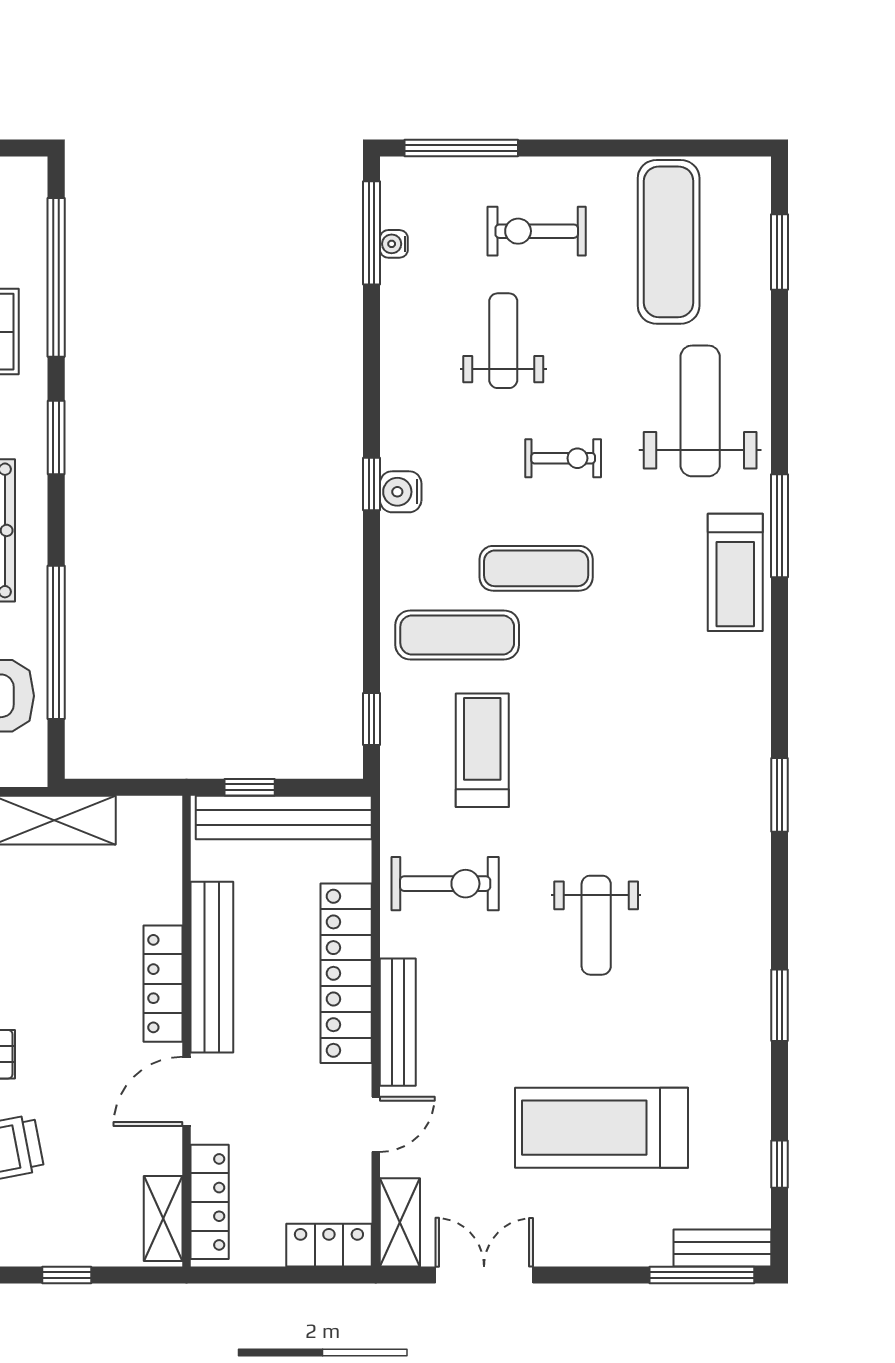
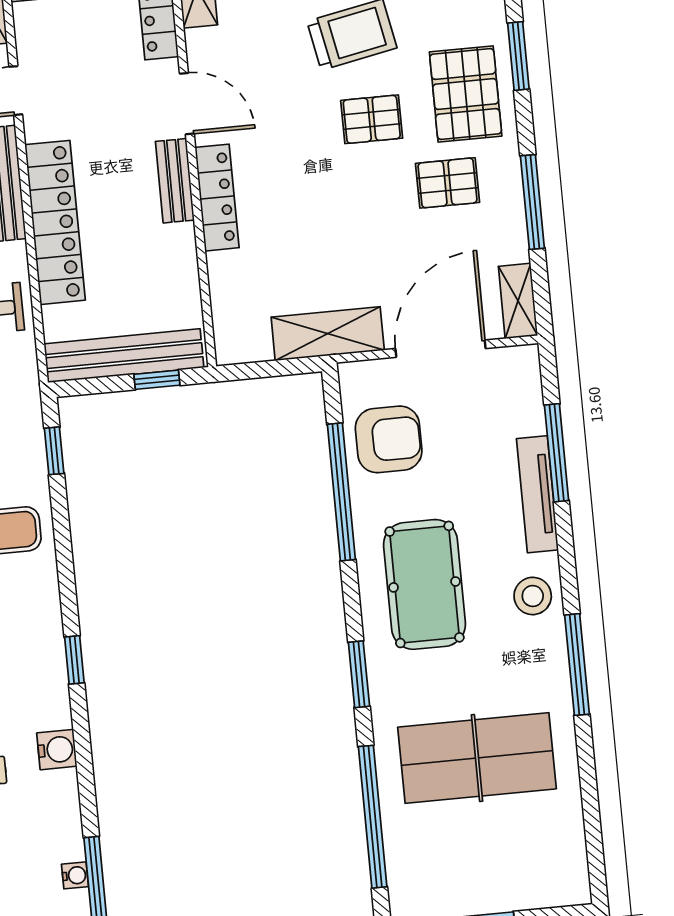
water cooler: (401, 492) -> (57, 750), moved
bench: (212, 967) -> (175, 181), width x0.54, depth x0.82
door: (187, 1091) -> (187, 104), hinge flipped

